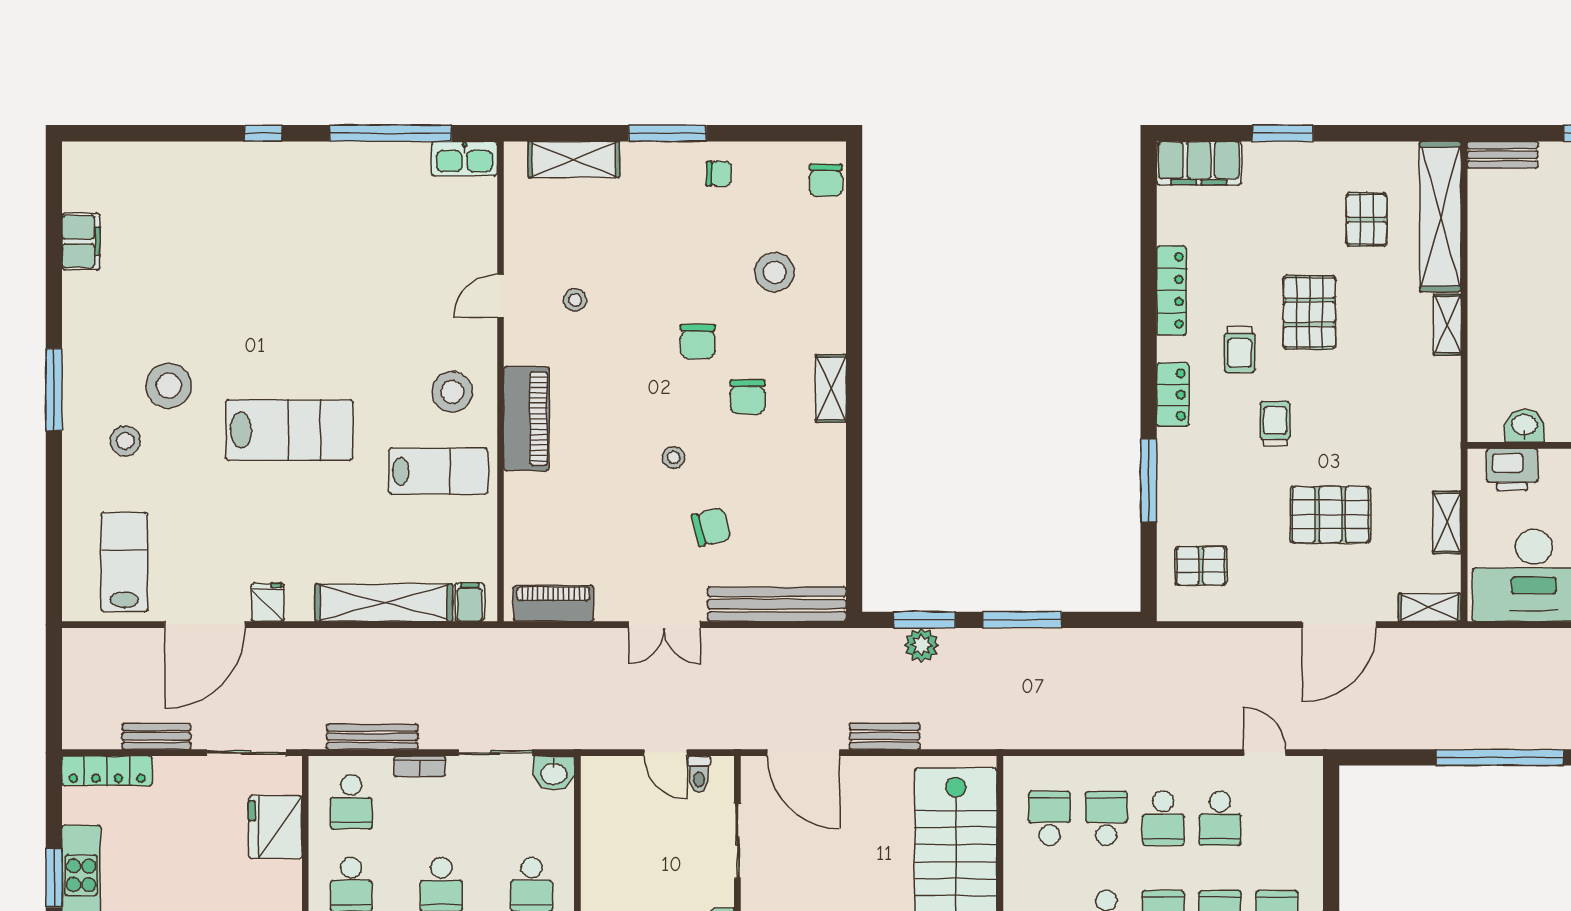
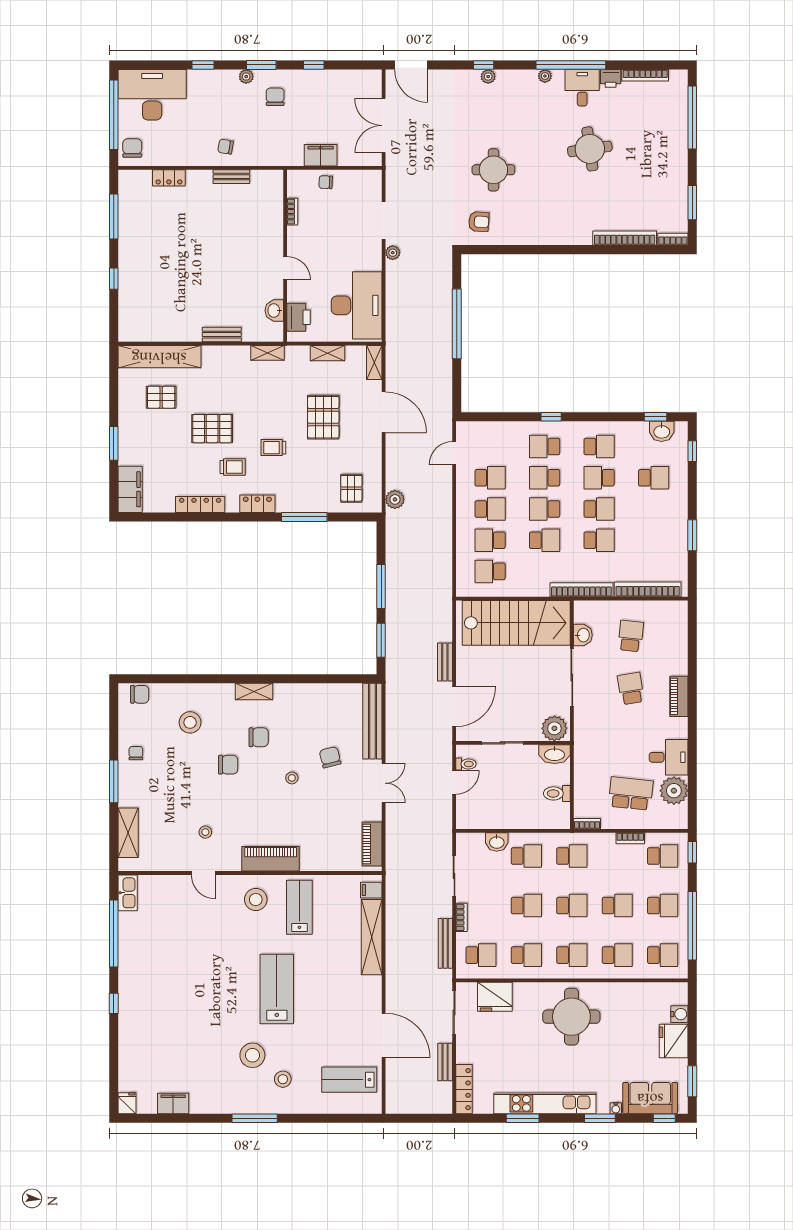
bench: (1503, 155) -> (222, 335), moved, turned 90
shelving: (1447, 325) -> (268, 353), moved
fridge: (268, 602) -> (127, 1103), moved, turned 90
plant: (921, 645) -> (395, 499), moved
washbasin: (554, 773) -> (497, 842), moved, turned 90

